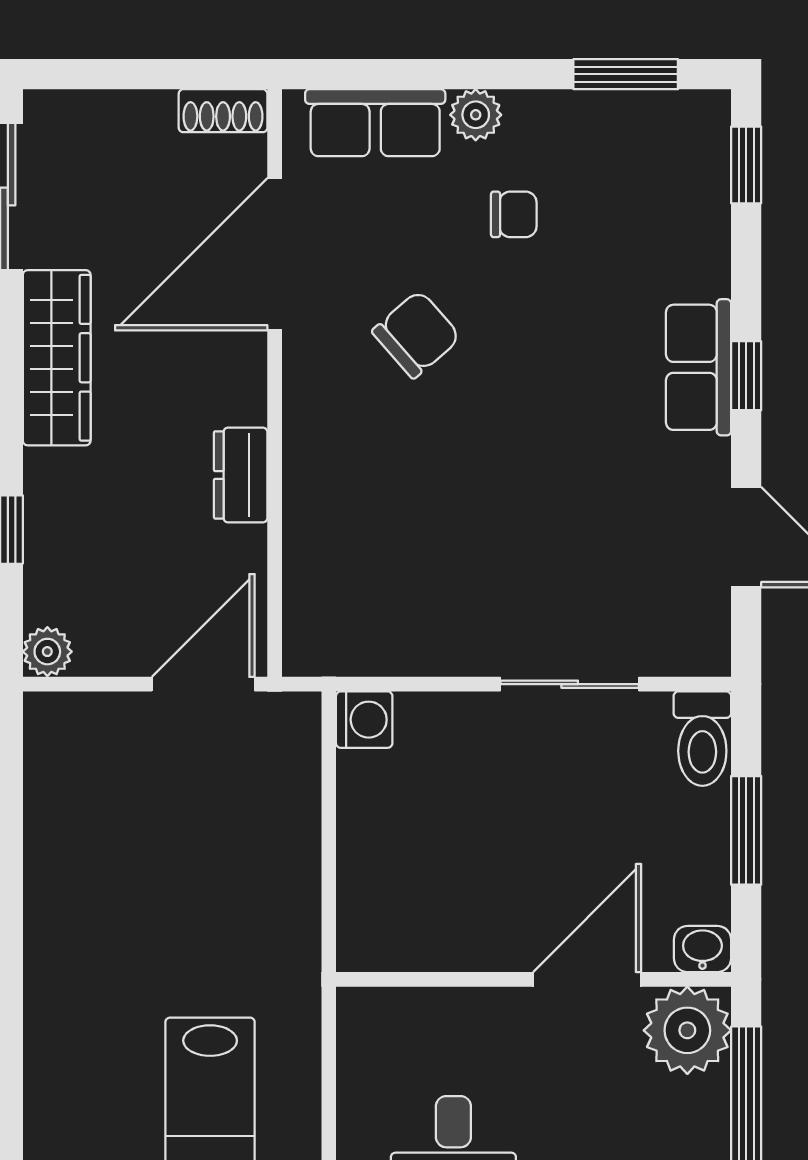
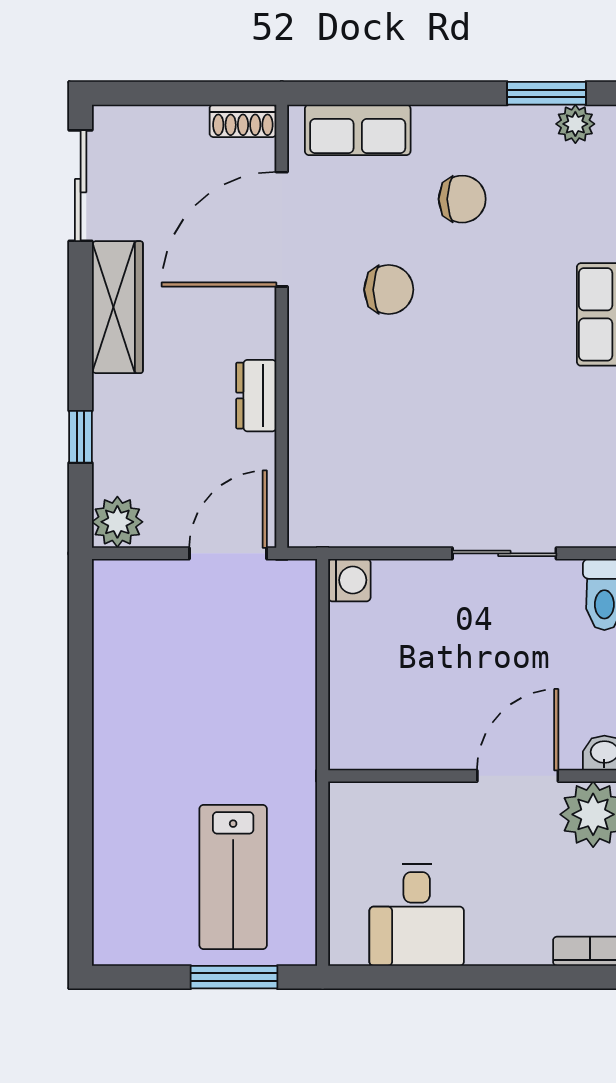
plant: (476, 115) -> (575, 124), moved
chair: (514, 214) -> (462, 199), width x1.37, depth x1.37
chair: (416, 334) -> (389, 290), turned 41
plant: (47, 652) -> (117, 522), width x1.38, depth x1.38

